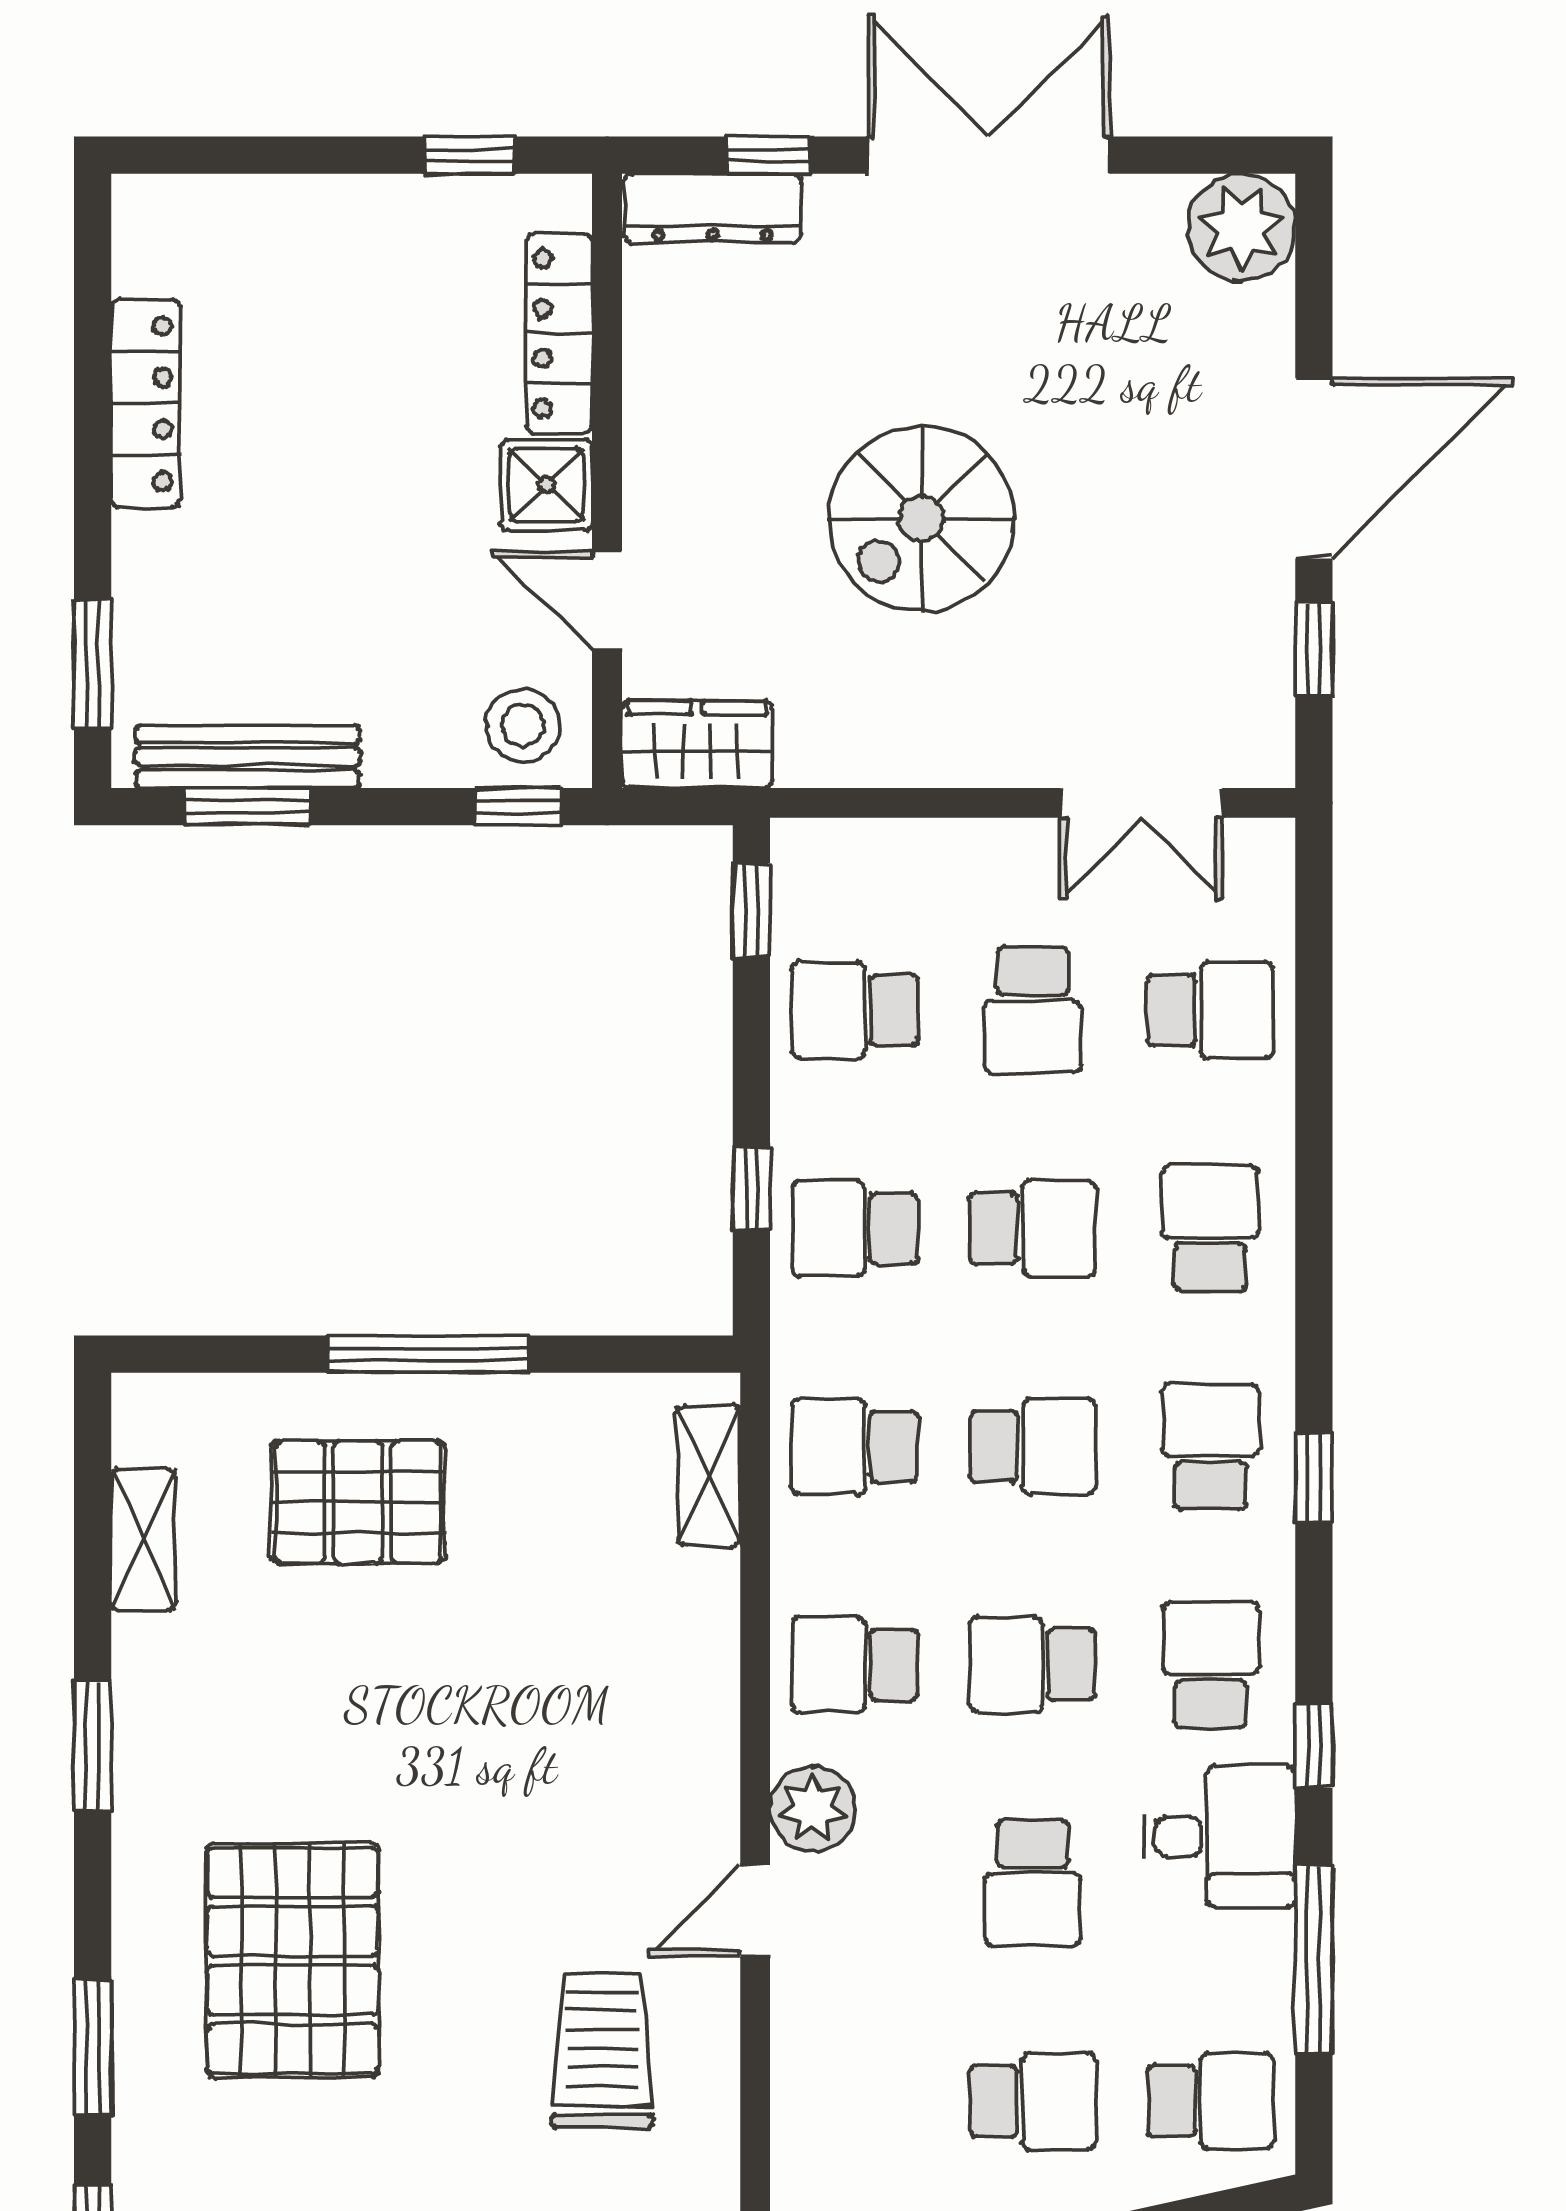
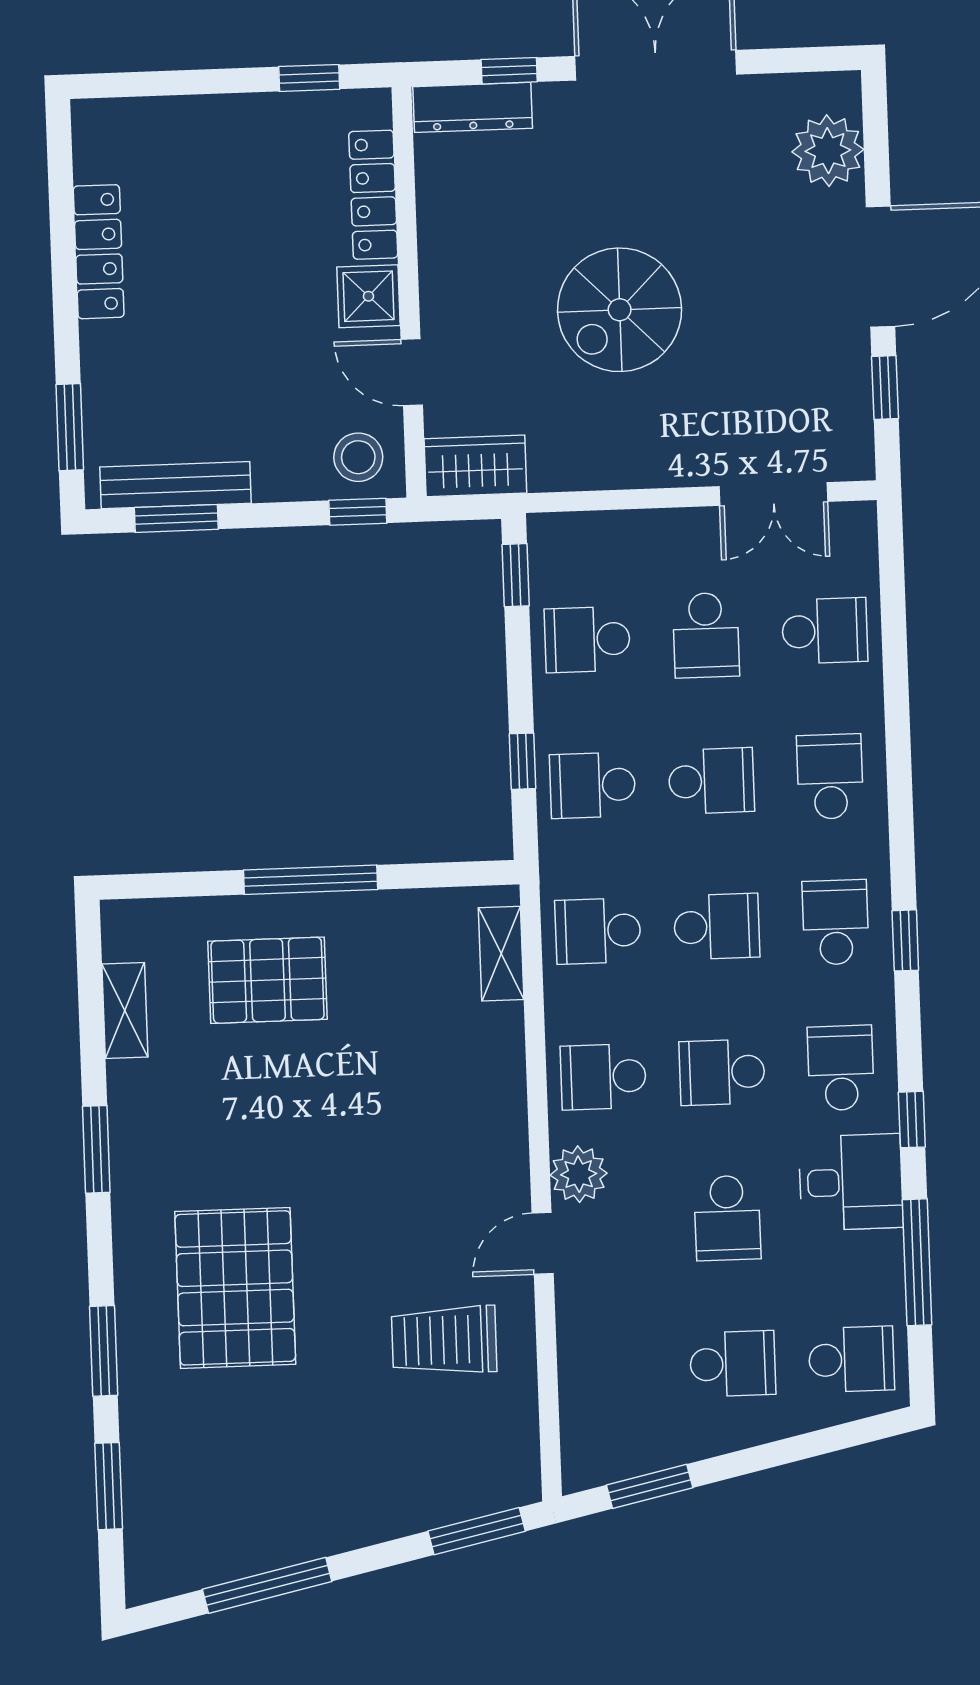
plant: (1241, 228) -> (828, 151), moved
trolley: (602, 2050) -> (444, 1340), turned -90

